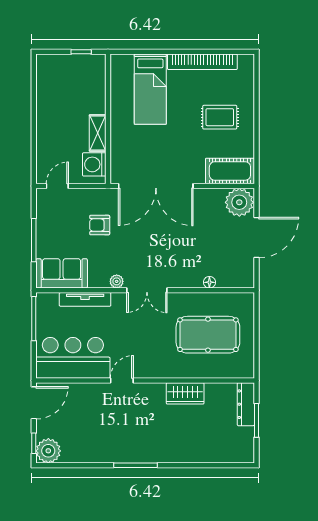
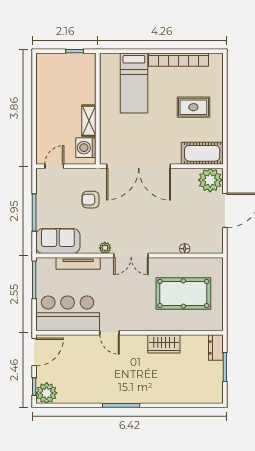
door: (122, 380) -> (110, 333), swing flipped
dresser: (246, 404) -> (216, 347), width x0.70

